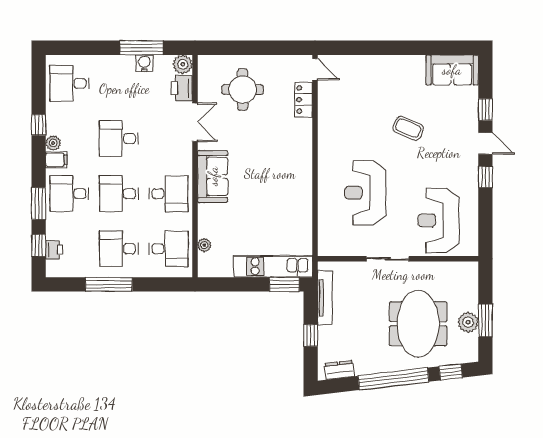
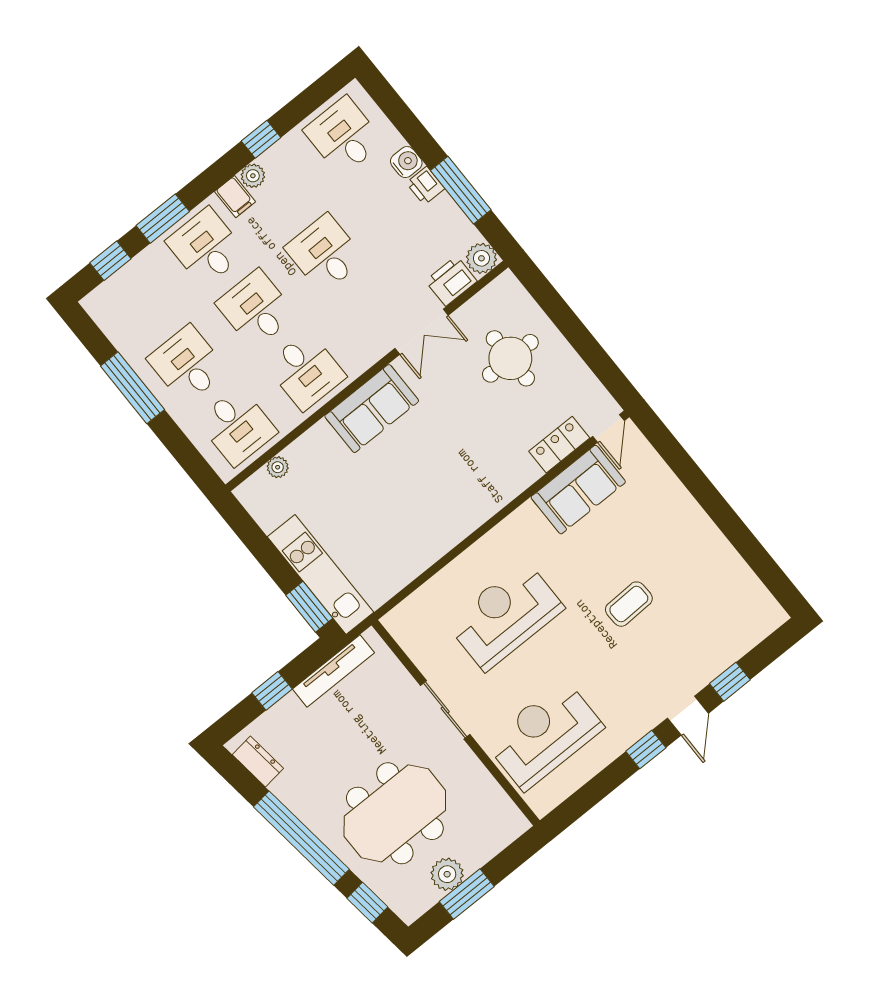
water cooler: (144, 63) -> (406, 162), moved
sofa: (452, 70) -> (578, 490), moved, turned -90
coffee table: (408, 128) -> (629, 604), turned 65
printer: (54, 250) -> (425, 186), moved, turned 90

